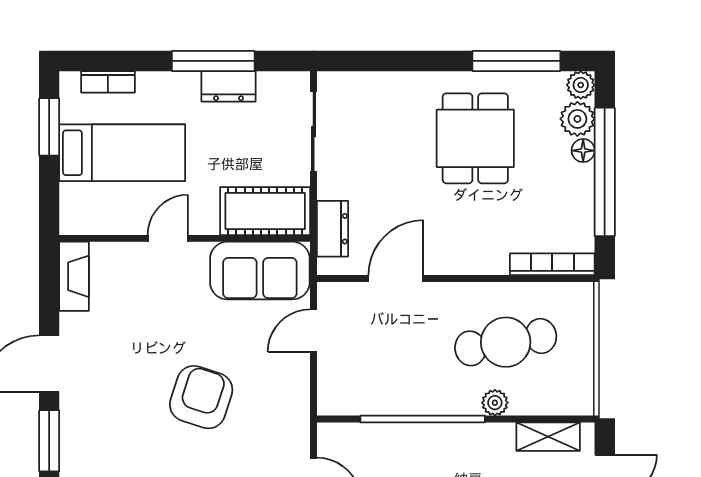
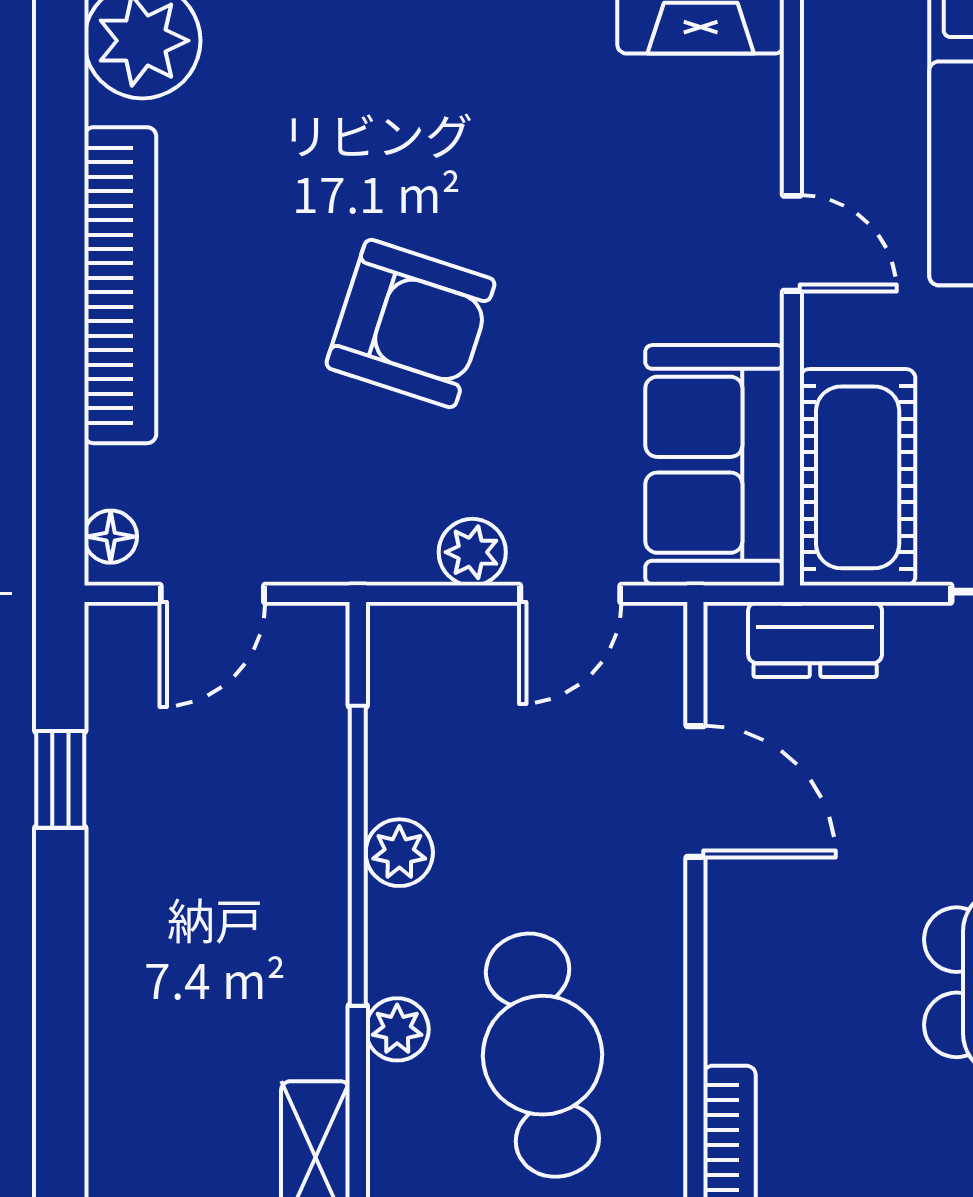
door: (314, 331) -> (570, 594), swing flipped
plant: (296, 371) -> (472, 552), added
plant: (421, 402) -> (399, 853), added

